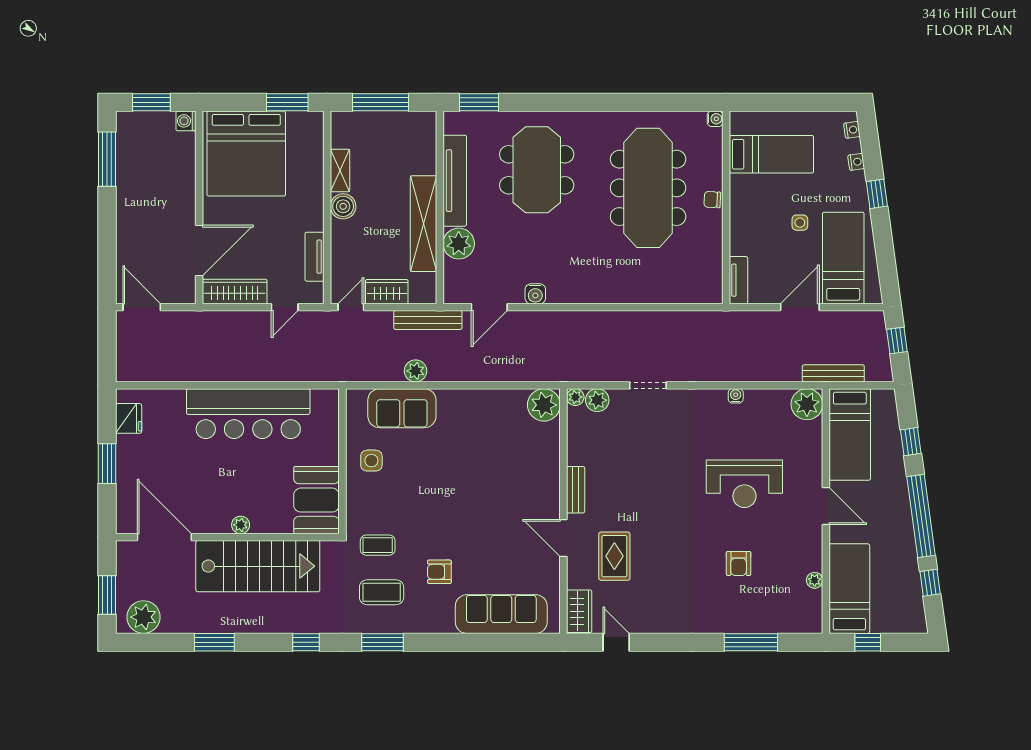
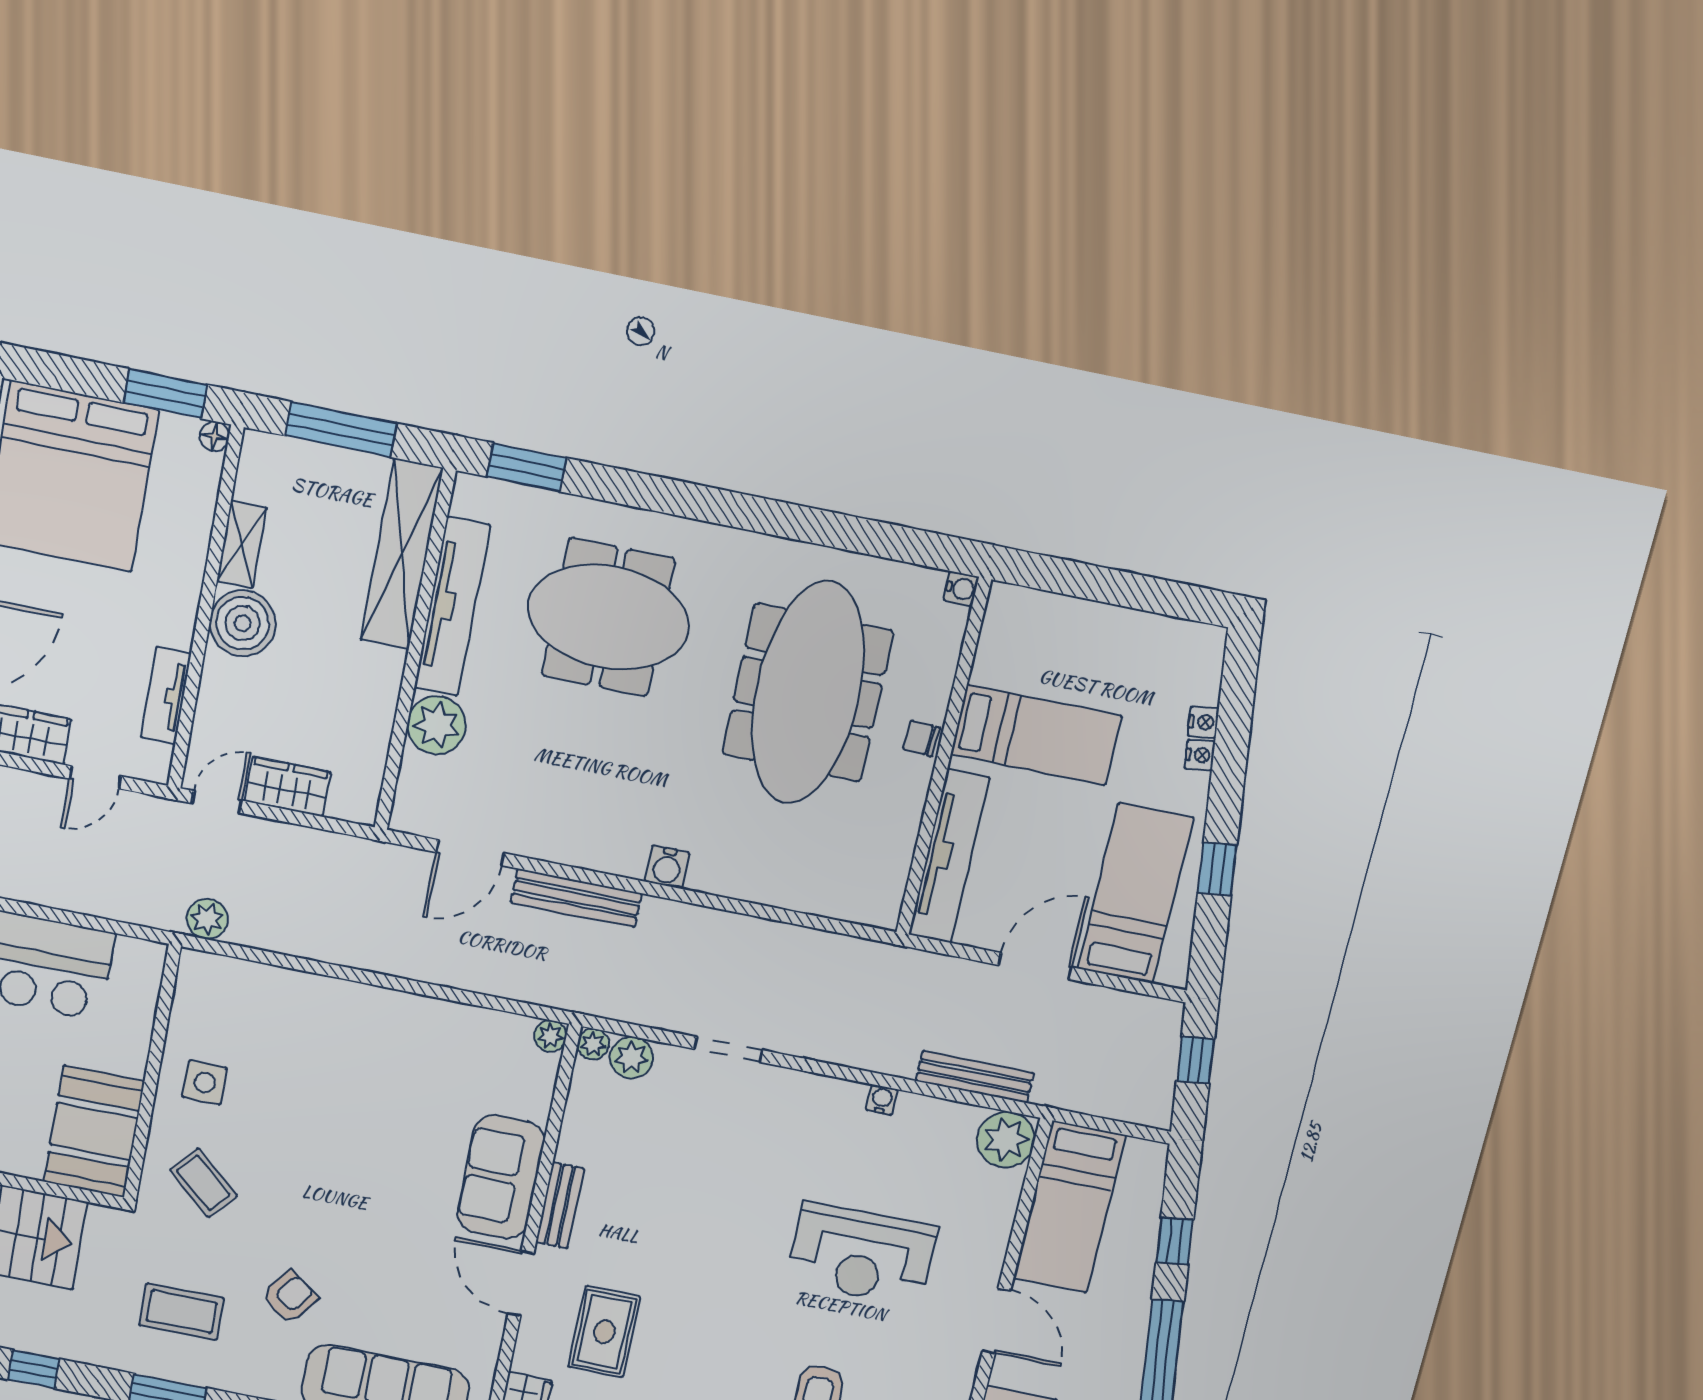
floor lamp: (316, 119) -> (214, 436), added
nightstand: (852, 130) -> (1200, 755), moved
bed: (771, 154) -> (1036, 735), moved
meeting table: (537, 170) -> (608, 617), turned 90
window: (877, 194) -> (1217, 869), moved
boiler: (343, 206) -> (243, 623), width x1.37, depth x1.37
side table: (800, 223) -> (1072, 813), removed
shelving: (424, 224) -> (402, 554), moved
tv unit: (738, 280) -> (949, 856), width x1.92, depth x1.29
water cooler: (535, 294) -> (667, 867), moved
bench: (428, 320) -> (576, 898), moved
plant: (416, 371) -> (207, 919), moved
bench: (833, 373) -> (975, 1077), moved
plant: (544, 405) -> (550, 1036), width x0.53, depth x0.53
sofa: (402, 408) -> (501, 1177), moved, turned 90
coffee table: (378, 545) -> (203, 1183), moved, turned 41
armchair: (439, 572) -> (290, 1297), turned 127

